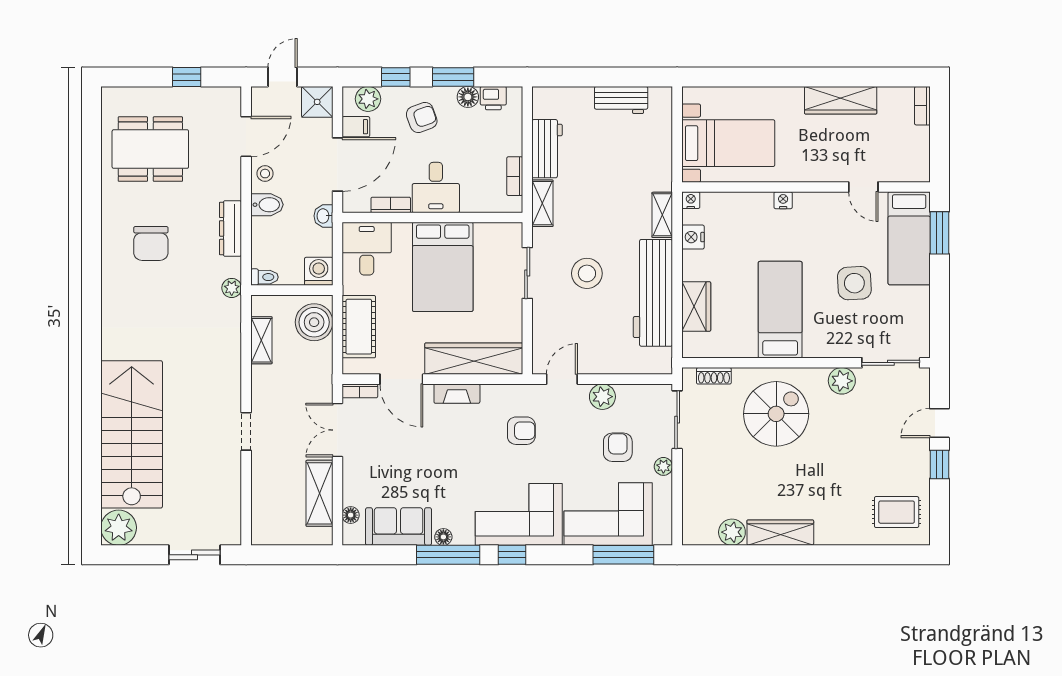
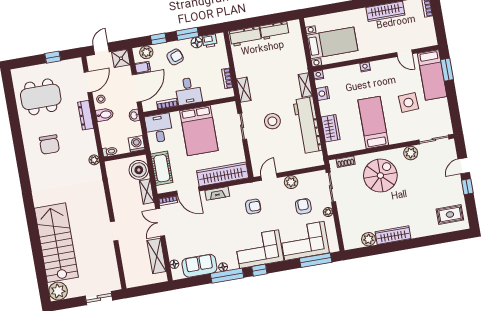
workbench: (547, 149) -> (245, 36), moved, turned 90
dresser: (231, 228) -> (86, 115), moved
shelving: (261, 340) -> (147, 192), moved

